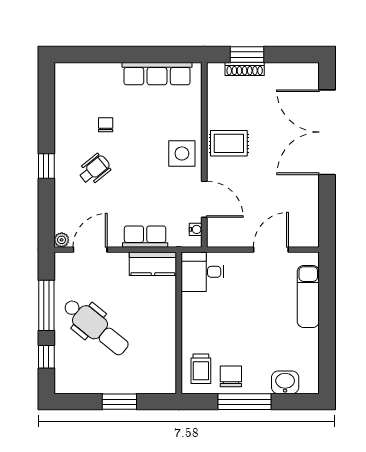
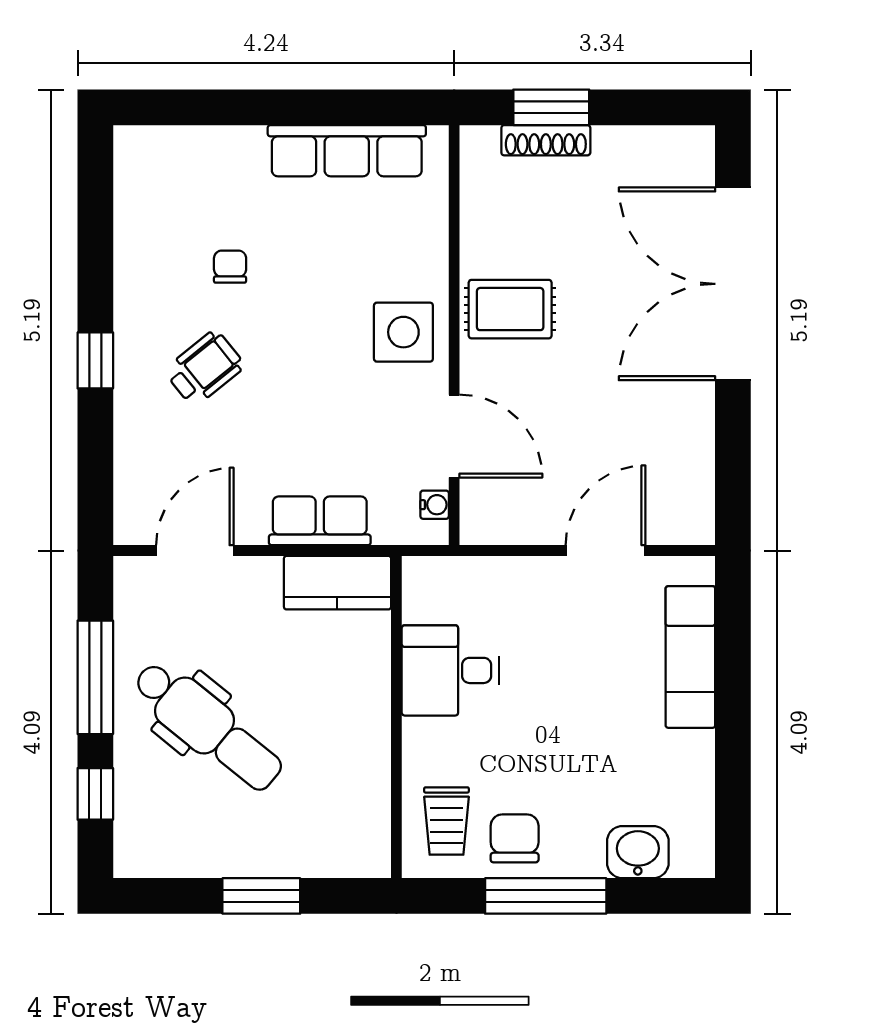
plant: (62, 240) -> (130, 528), removed
desk: (203, 272) -> (450, 670), moved

